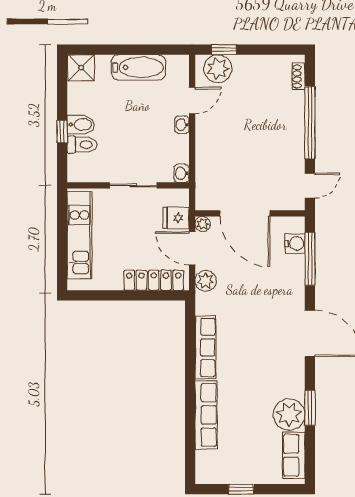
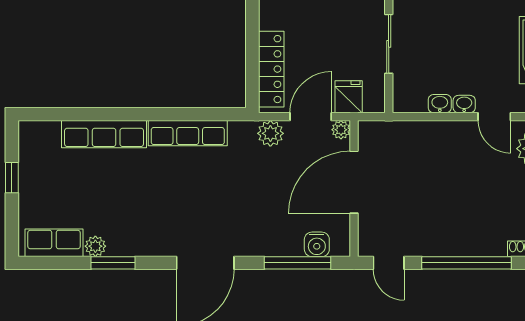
washbasin: (182, 173) -> (440, 104), moved
plant: (289, 415) -> (95, 246), width x0.53, depth x0.53

